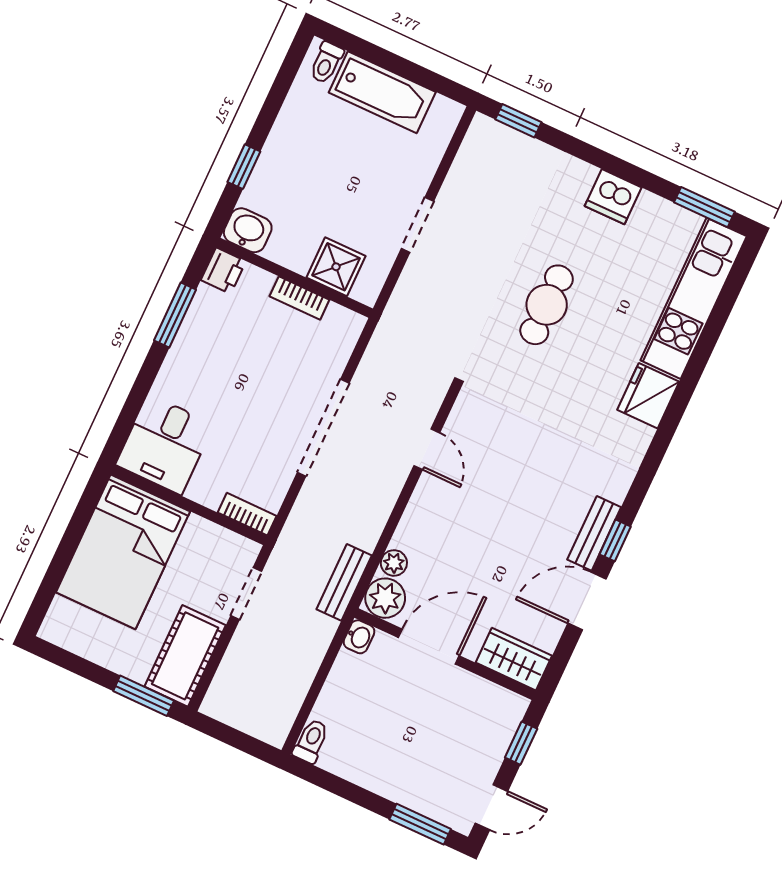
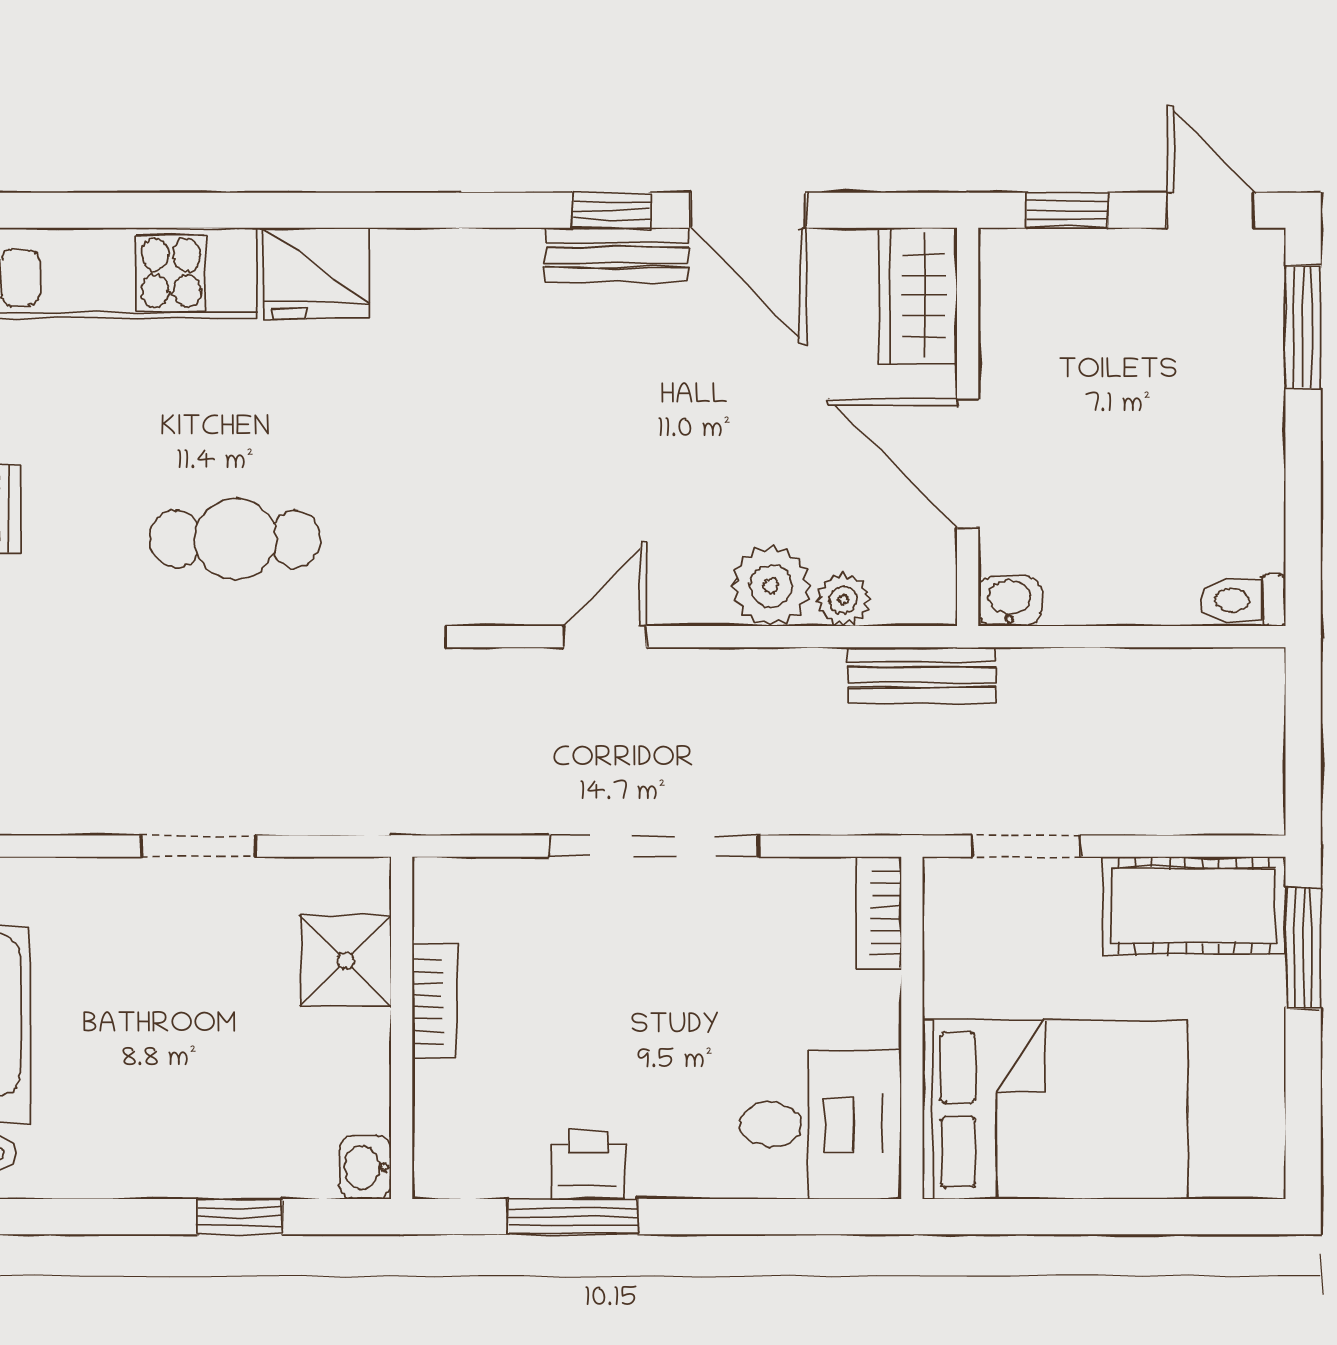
washbasin: (248, 230) -> (365, 1167), width x0.72, depth x0.69
printer: (223, 271) -> (588, 1165), moved
plant: (385, 598) -> (771, 586), moved

